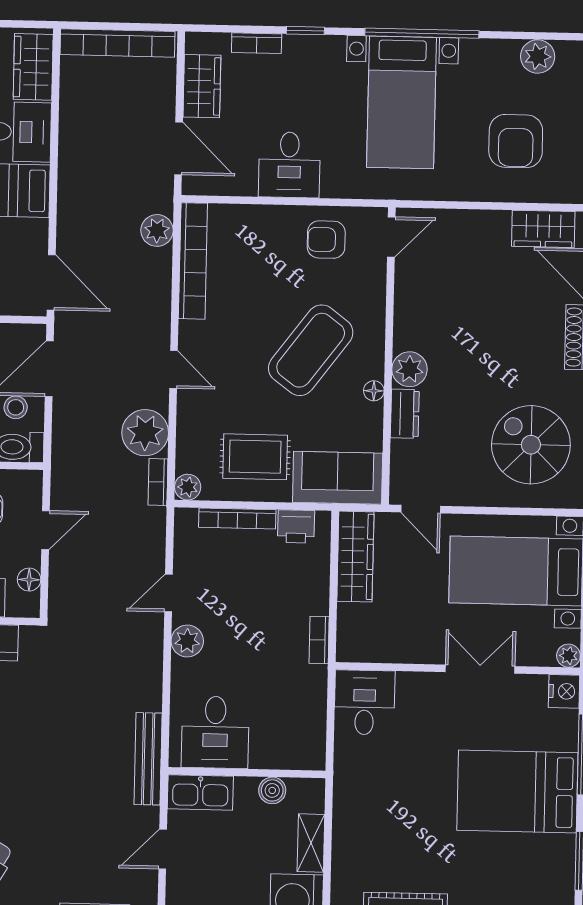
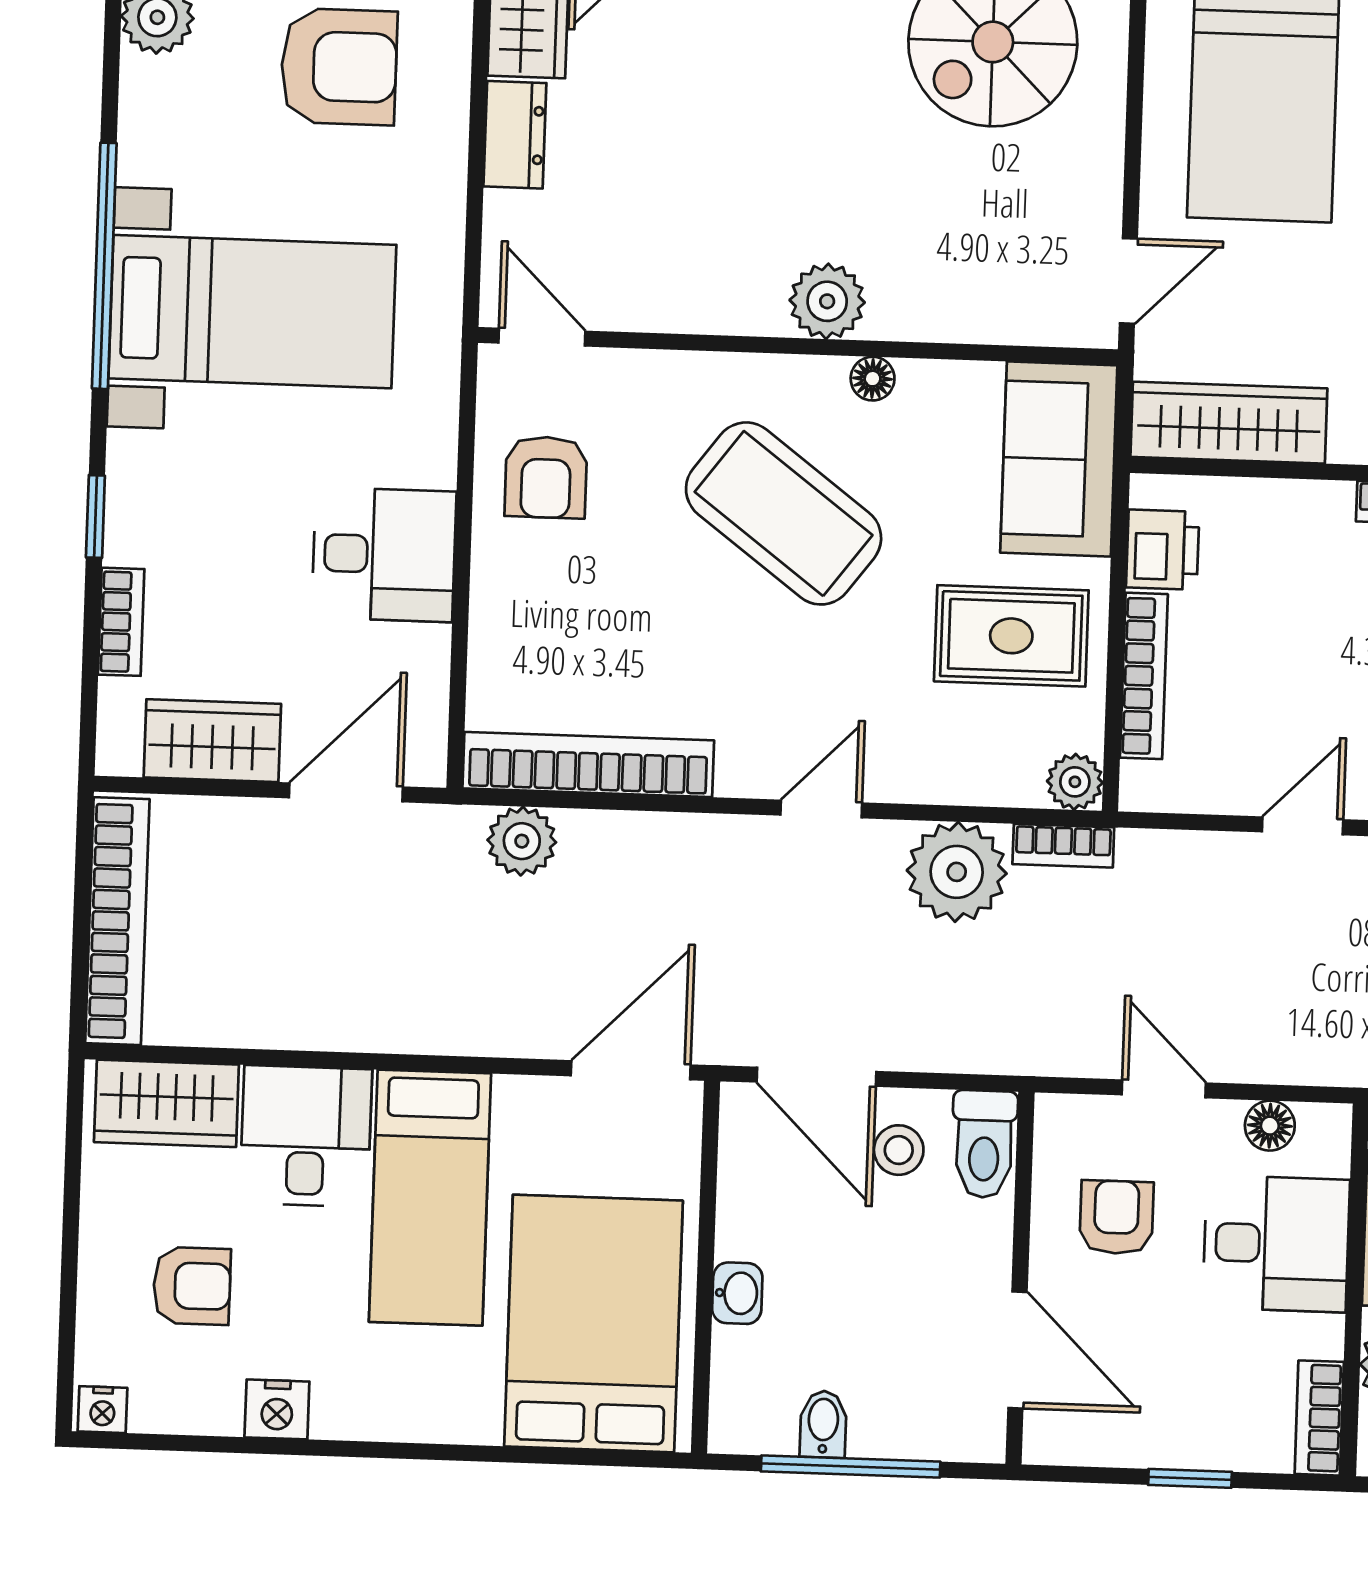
dresser: (405, 414) -> (515, 135), moved, turned 90
rug: (255, 457) -> (1011, 636), turned 90
door: (169, 593) -> (1303, 826), swing flipped

